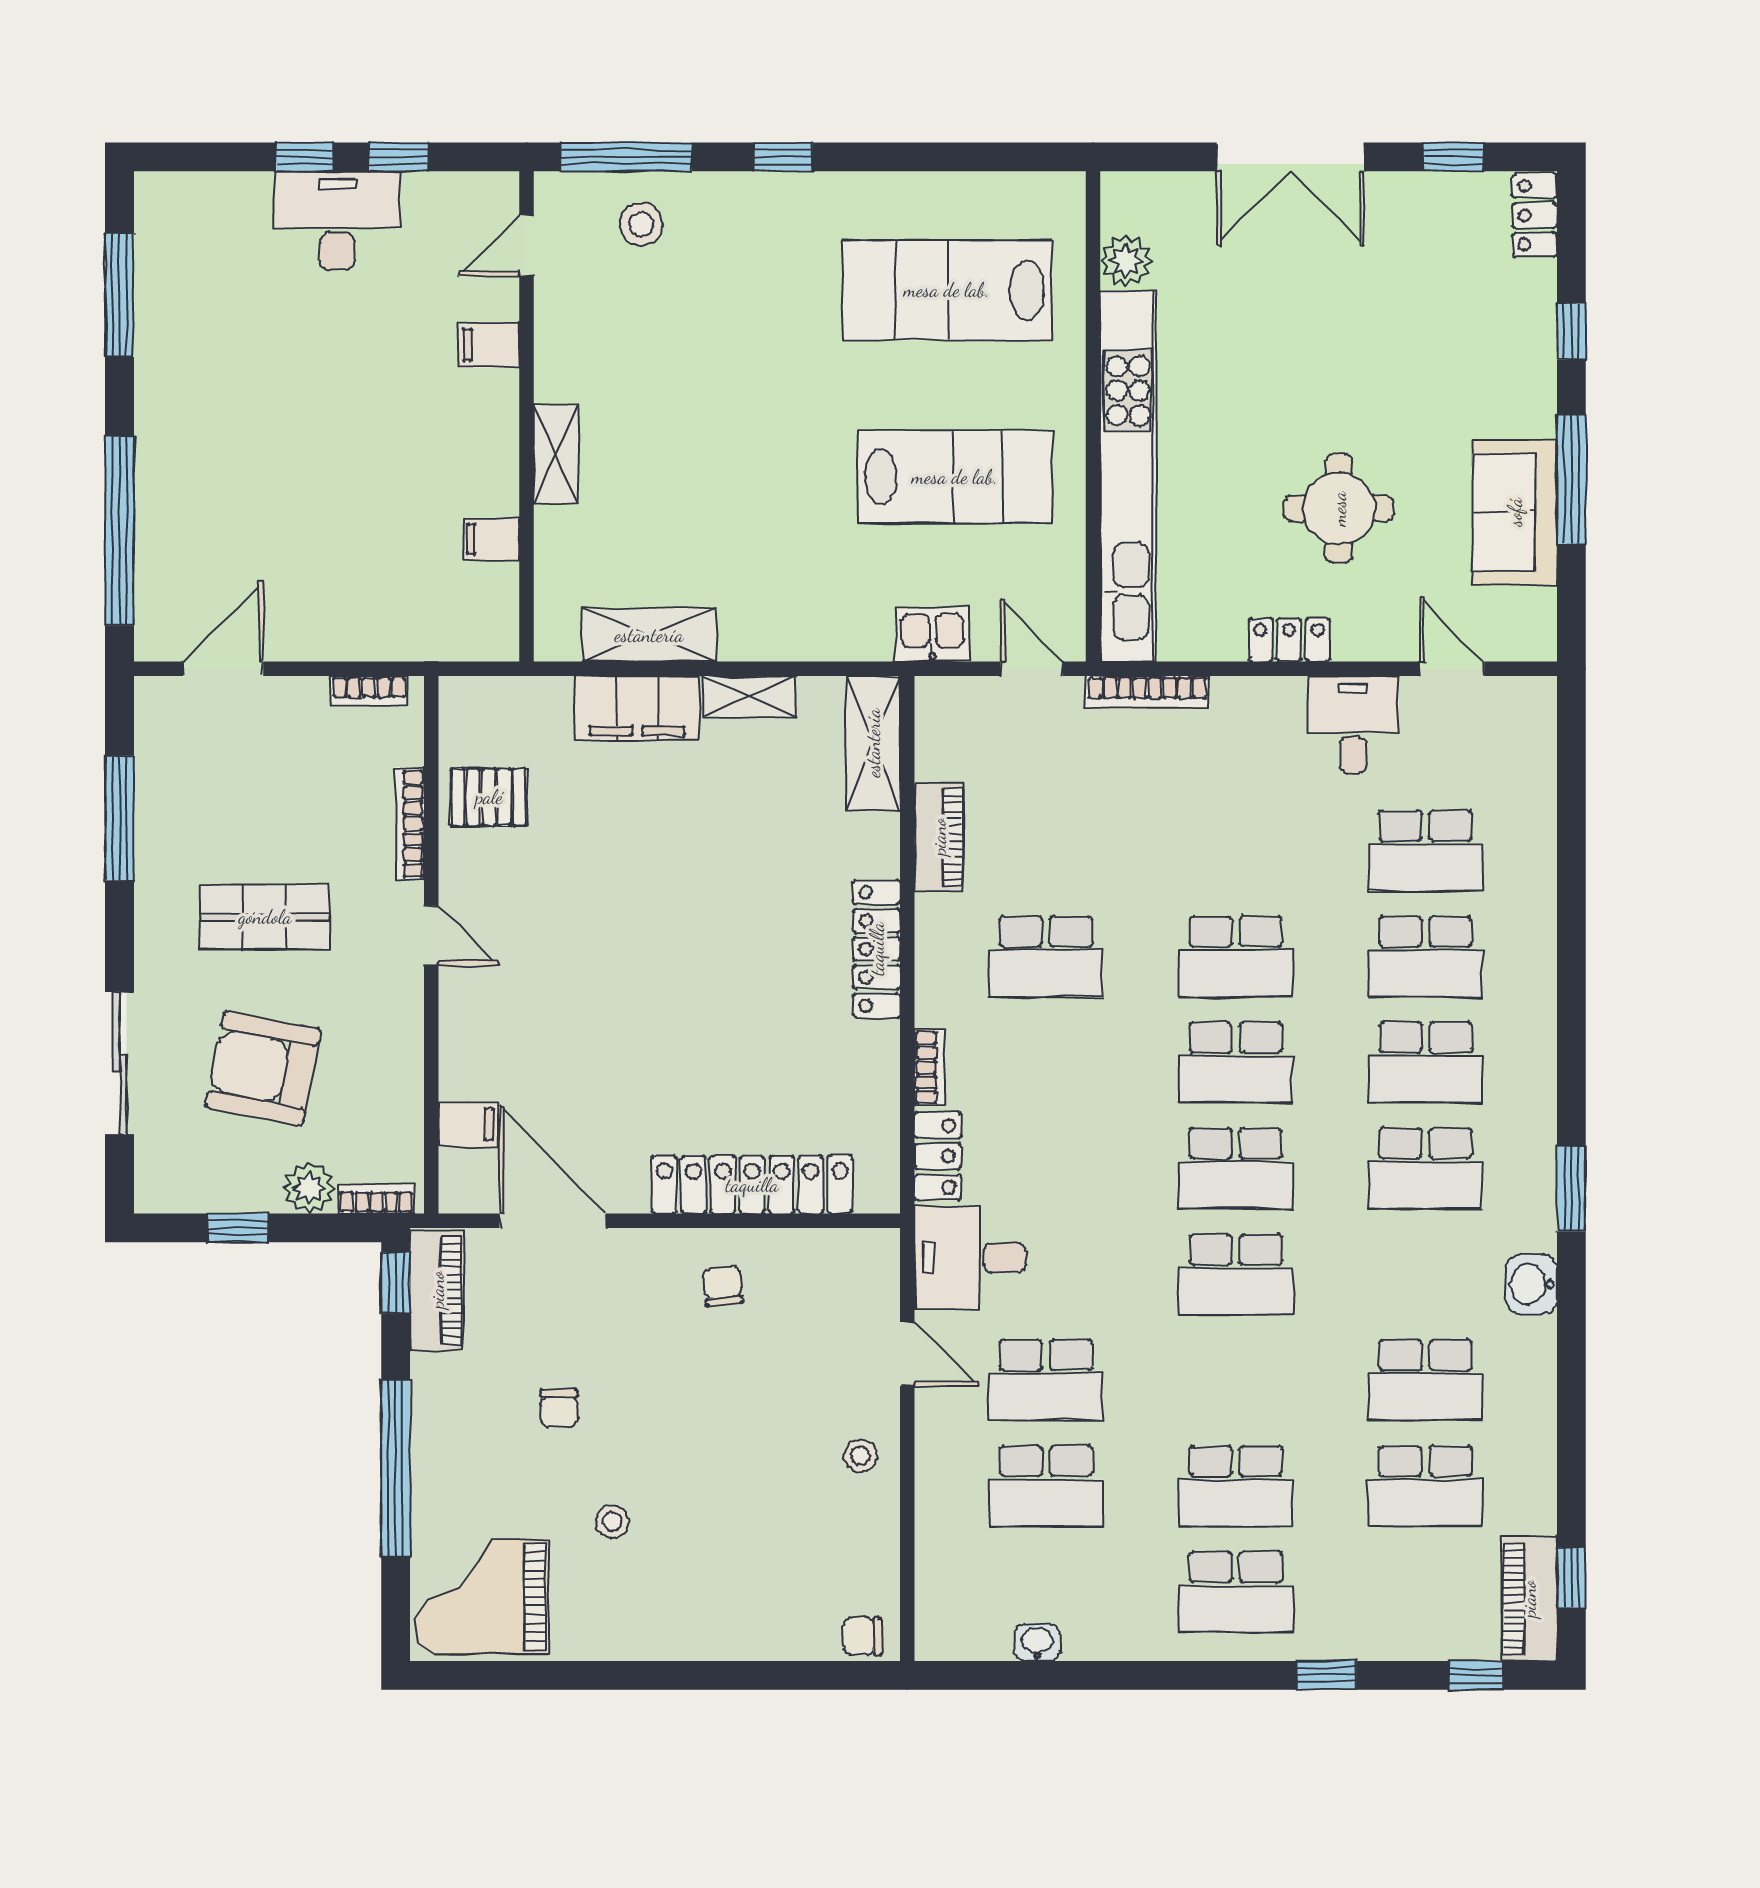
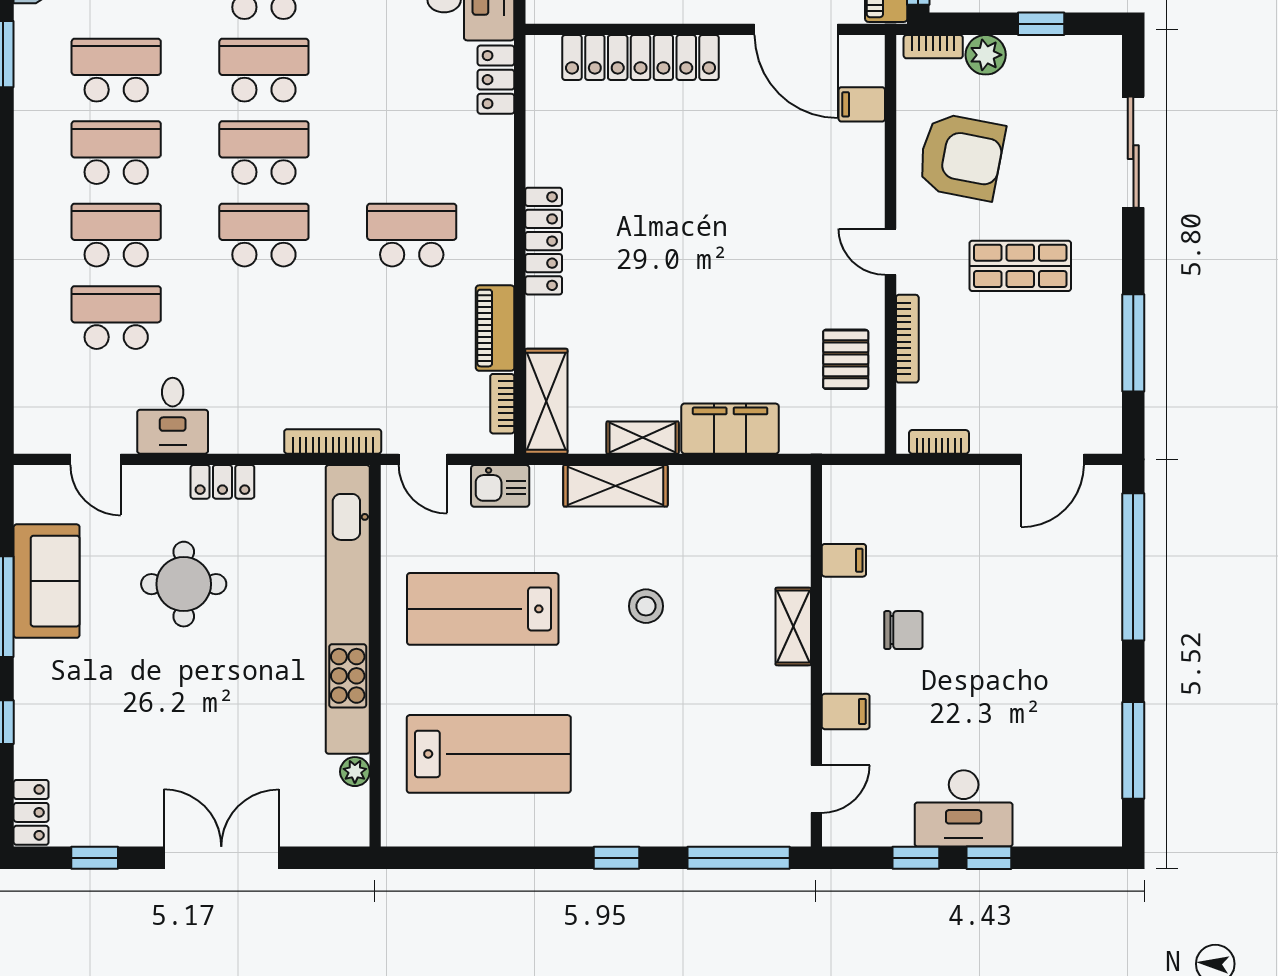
stool: (641, 224) -> (646, 606), moved
plant: (1126, 261) -> (355, 772), width x0.73, depth x0.73
chair: (415, 449) -> (903, 630), added
shelving: (649, 635) -> (616, 486), moved
pallet: (489, 797) -> (846, 359), turned 90
armchair: (263, 1068) -> (961, 157), moved
bookcase: (930, 1068) -> (502, 404), moved

